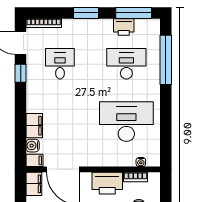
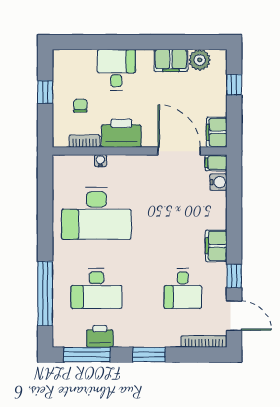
filing cabinet: (34, 126) -> (216, 246), moved
water cooler: (141, 162) -> (100, 161), moved

